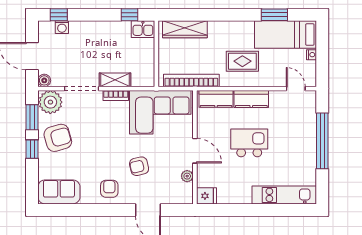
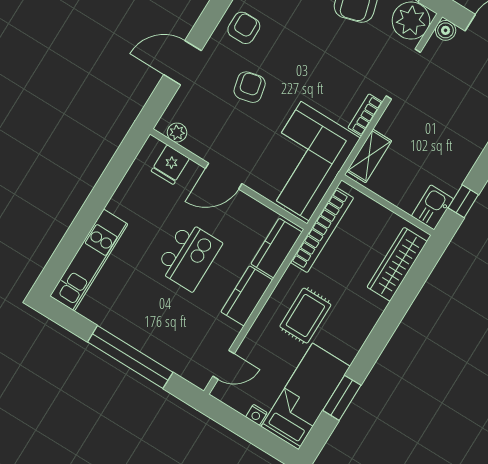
shelving: (115, 80) -> (369, 156), moved
plant: (187, 176) -> (177, 133), moved
armchair: (109, 189) -> (244, 28), turned -90
fridge: (207, 196) -> (170, 165), moved

